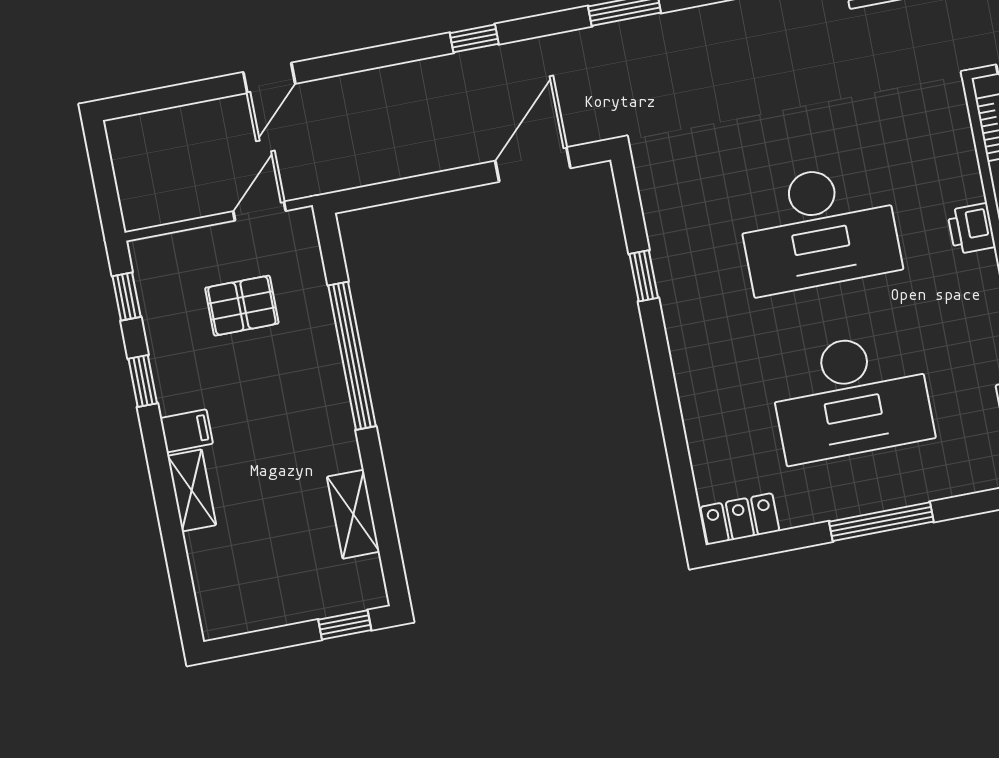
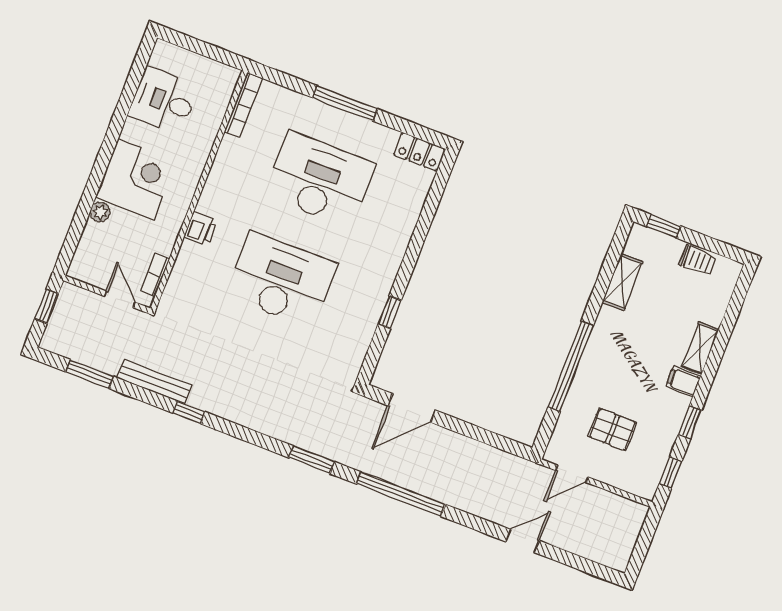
window: (474, 38) -> (401, 494), width x3.17
trolley: (269, 608) -> (698, 260), added

